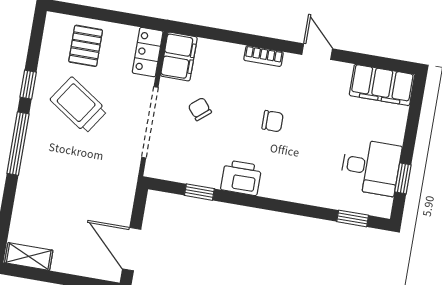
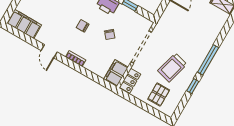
trolley: (79, 105) -> (172, 68), turned 71
chair: (200, 109) -> (110, 34), moved

